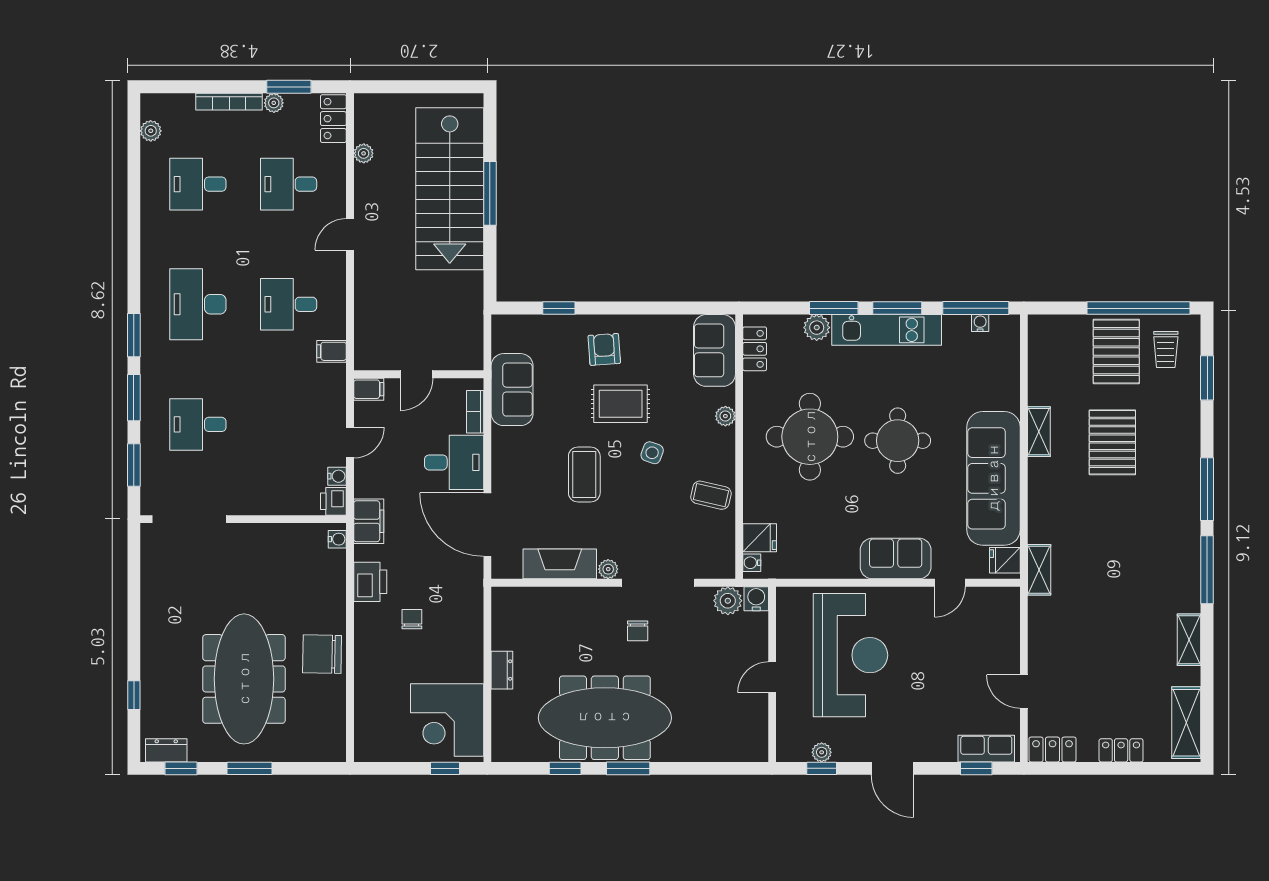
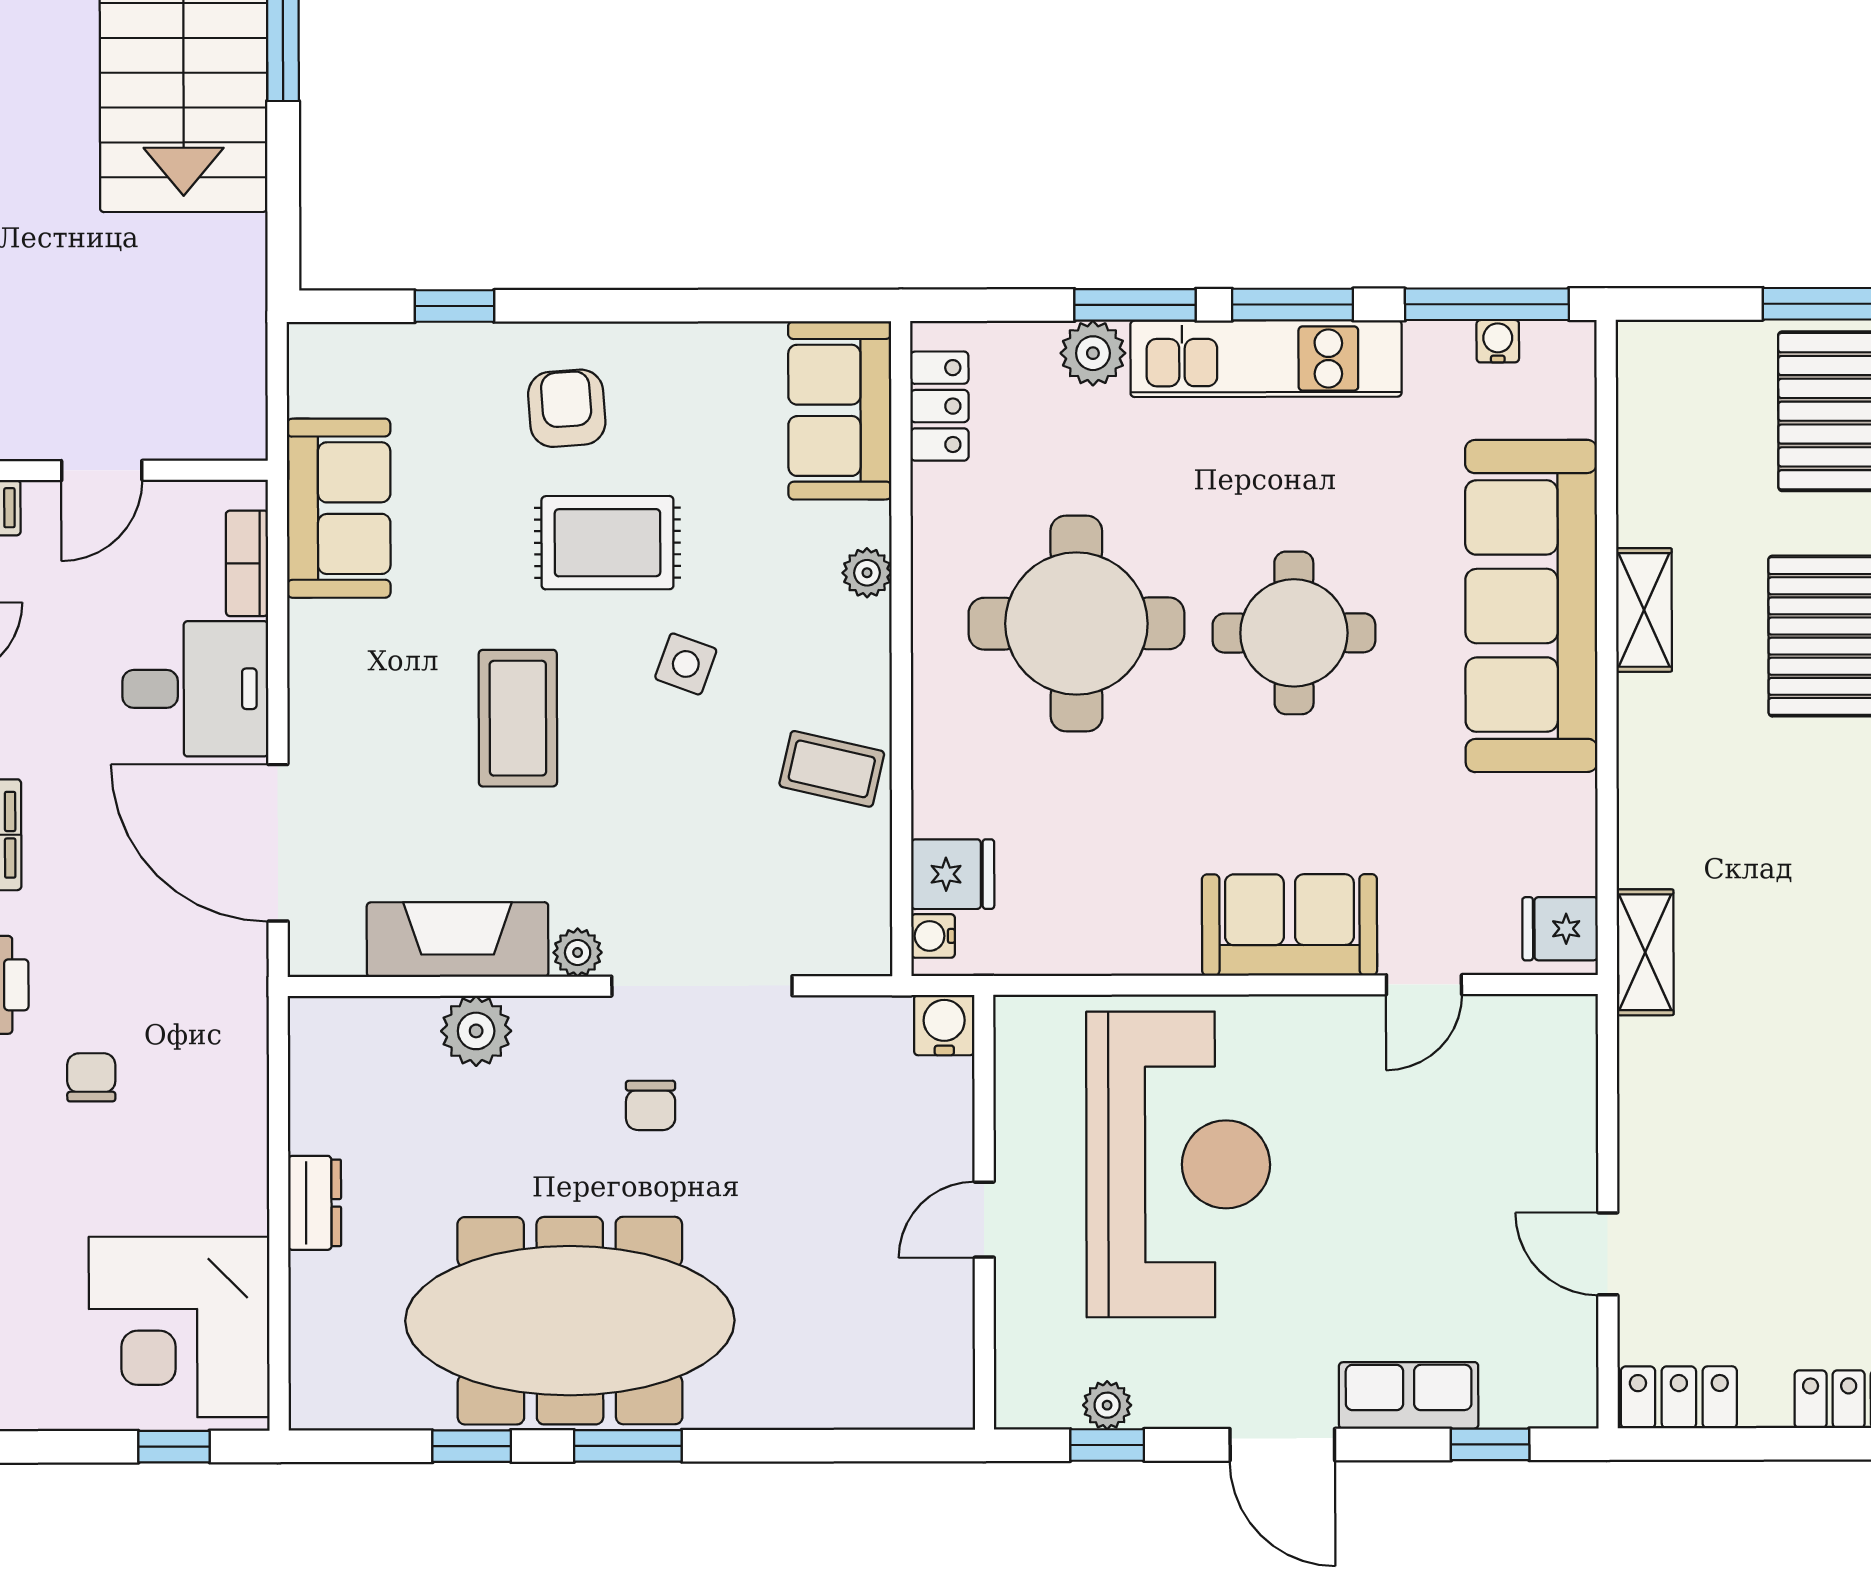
sofa: (993, 478) -> (1531, 606), moved
plant: (728, 601) -> (476, 1031), moved
row of seats: (986, 749) -> (1409, 1395), moved

